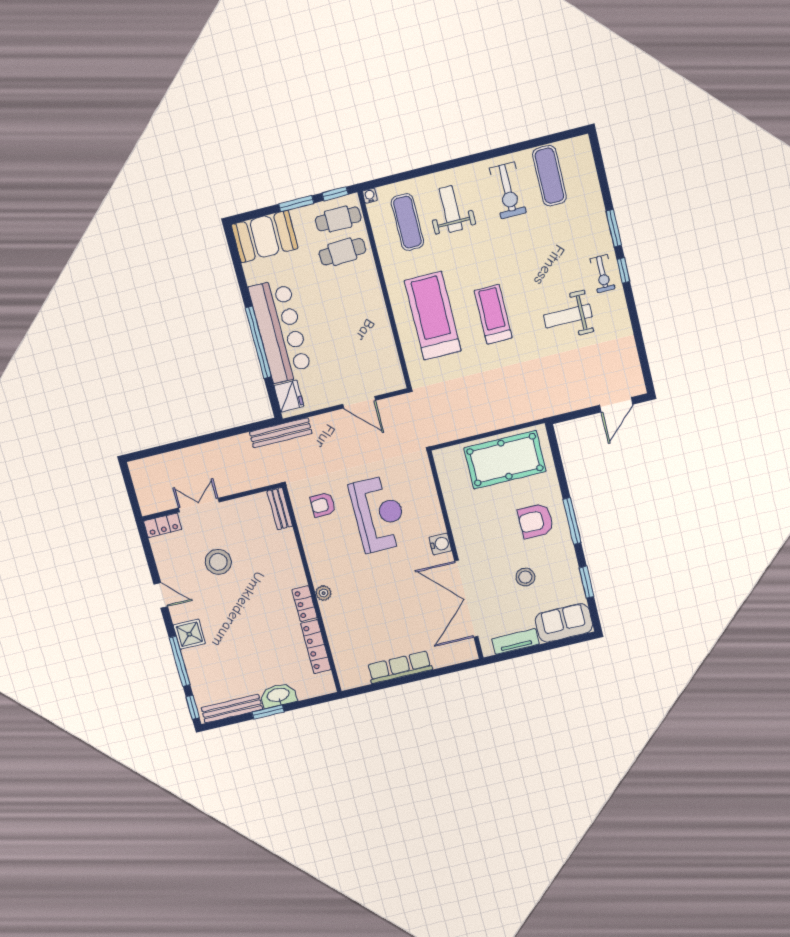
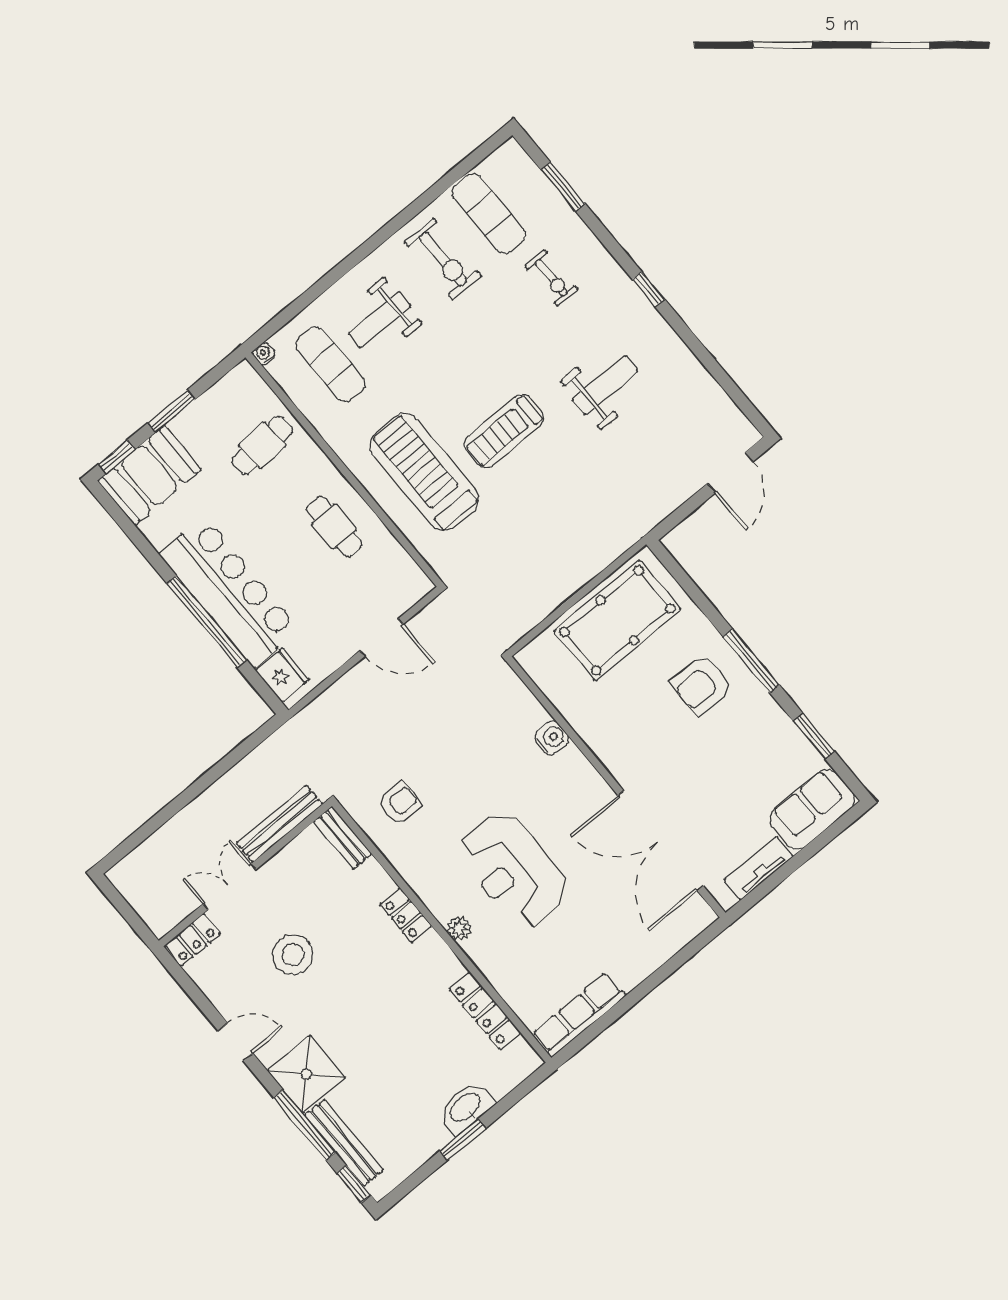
window: (335, 194) -> (117, 457), moved
weight bench: (451, 209) -> (380, 320), turned -90
cafe table: (338, 219) -> (334, 526), moved, turned 90
window: (614, 228) -> (563, 187), moved
exercise bike: (603, 274) -> (551, 278), moved
treadmill: (493, 314) -> (504, 431), turned -90
weight bench: (568, 316) -> (605, 385), turned 180
bench: (281, 433) -> (280, 824), moved
armchair: (323, 505) -> (399, 804), turned 180
reception desk: (379, 514) -> (513, 870), moved, turned 180
water cooler: (440, 544) -> (552, 738), moved
stool: (525, 577) -> (727, 770), removed
locker: (305, 604) -> (406, 915), moved
shower: (189, 634) -> (306, 1074), width x1.36, depth x1.36
row of seats: (400, 667) -> (579, 1015), moved
bench: (232, 709) -> (344, 1143), moved, turned 90

